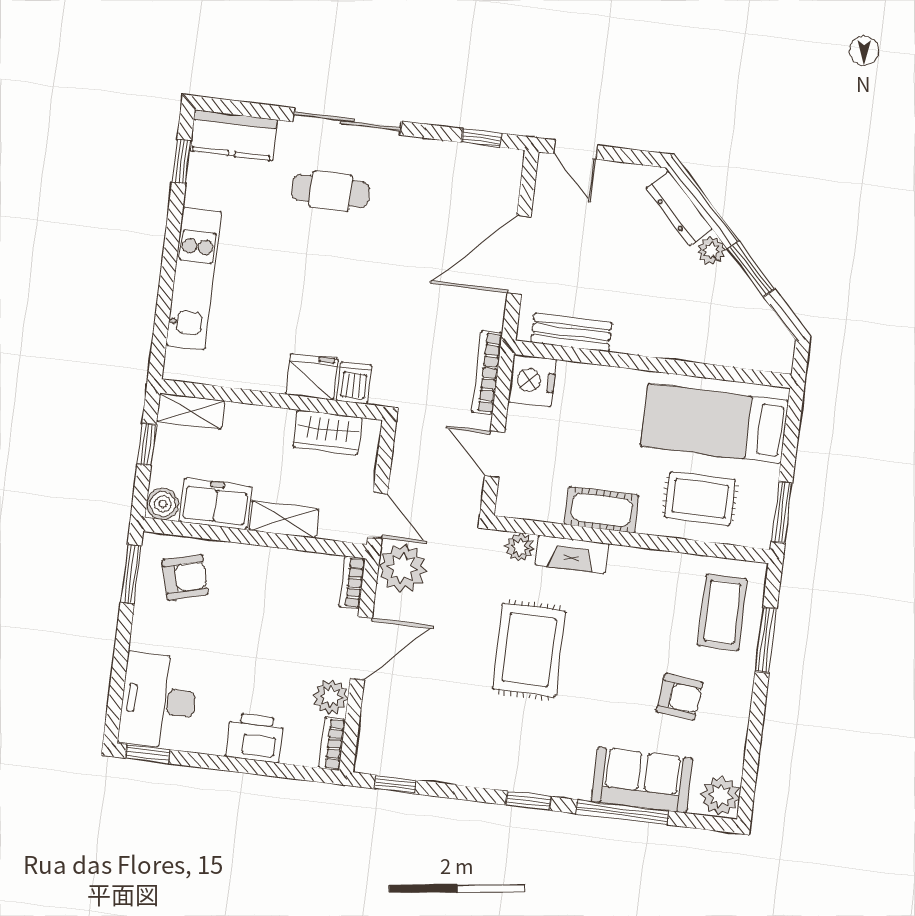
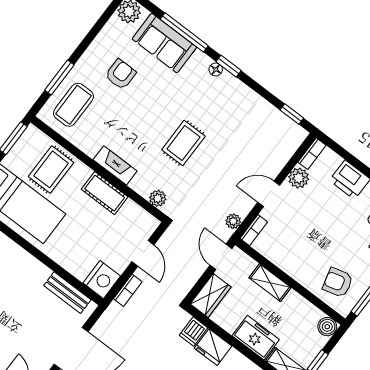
bookcase: (487, 373) -> (128, 290), width x0.64
wardrobe: (327, 432) -> (211, 296), moved, turned 90
rug: (700, 499) -> (51, 169), turned 90
freezer: (215, 504) -> (256, 338), moved, turned 180
fireplace: (572, 554) -> (115, 165), moved
plant: (402, 568) -> (233, 221), width x0.53, depth x0.53
door: (361, 648) -> (269, 194), width x0.73
rug: (529, 650) -> (183, 143), width x0.73, depth x0.70
armchair: (680, 697) -> (121, 74), turned 84
floor lamp: (545, 785) -> (216, 70), added

